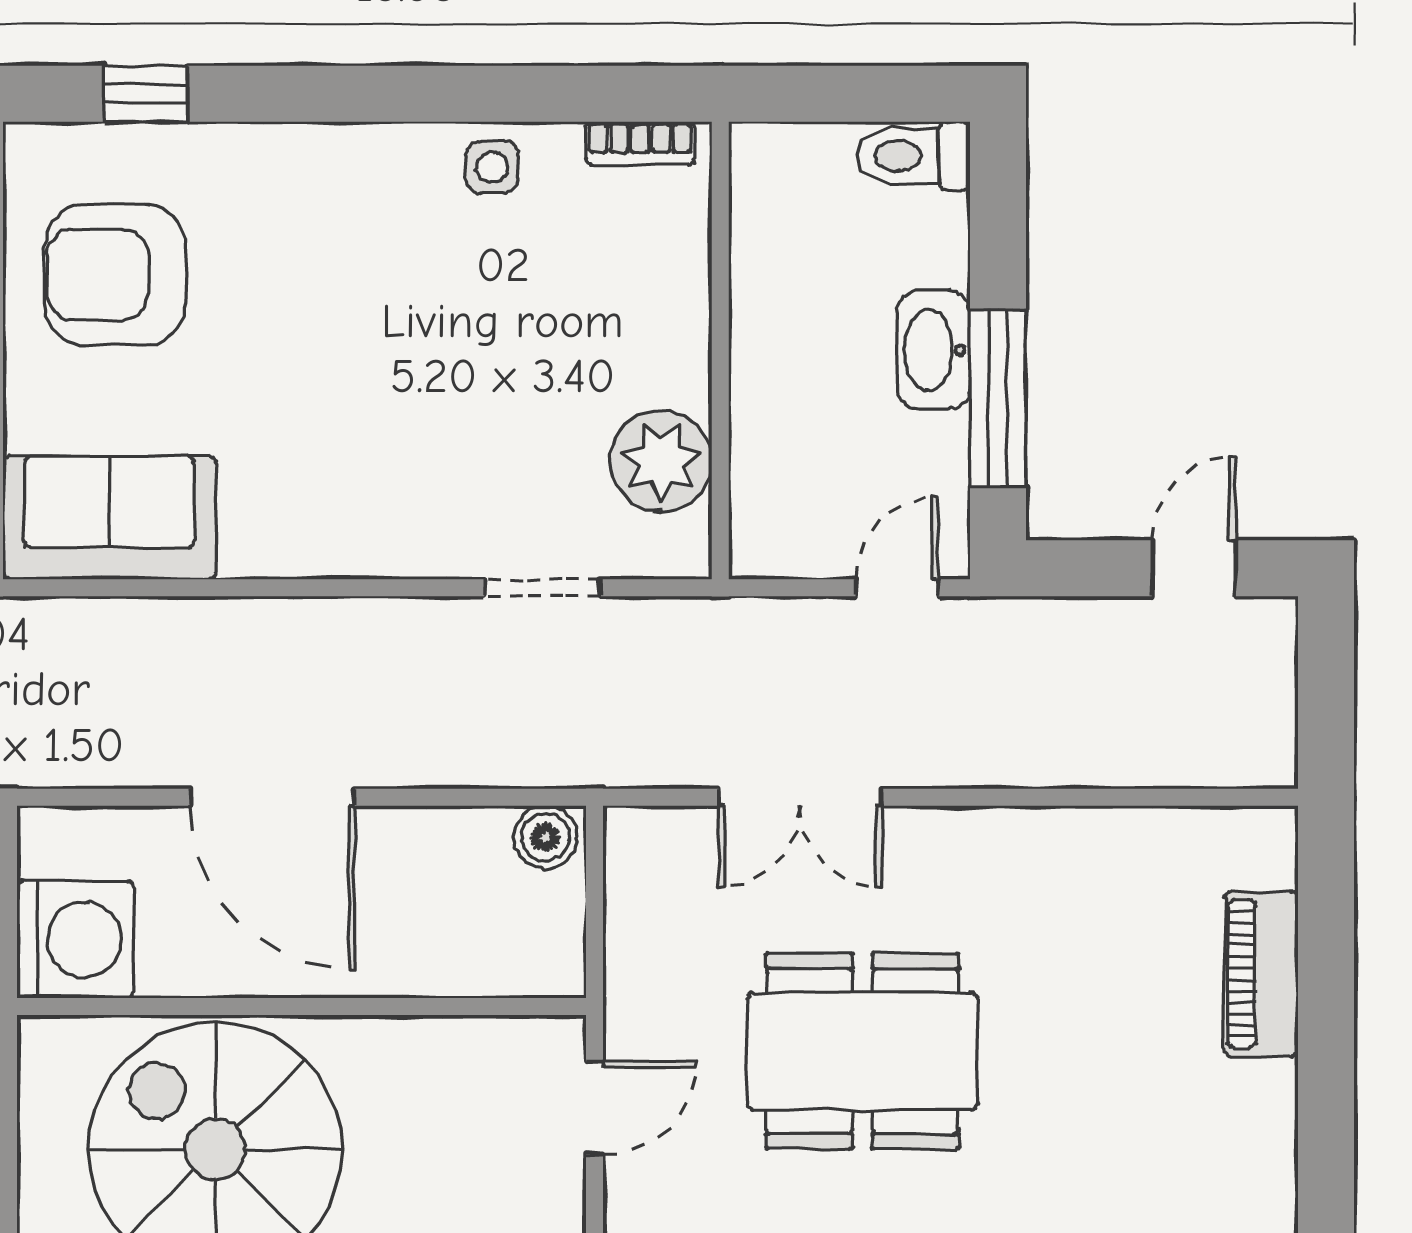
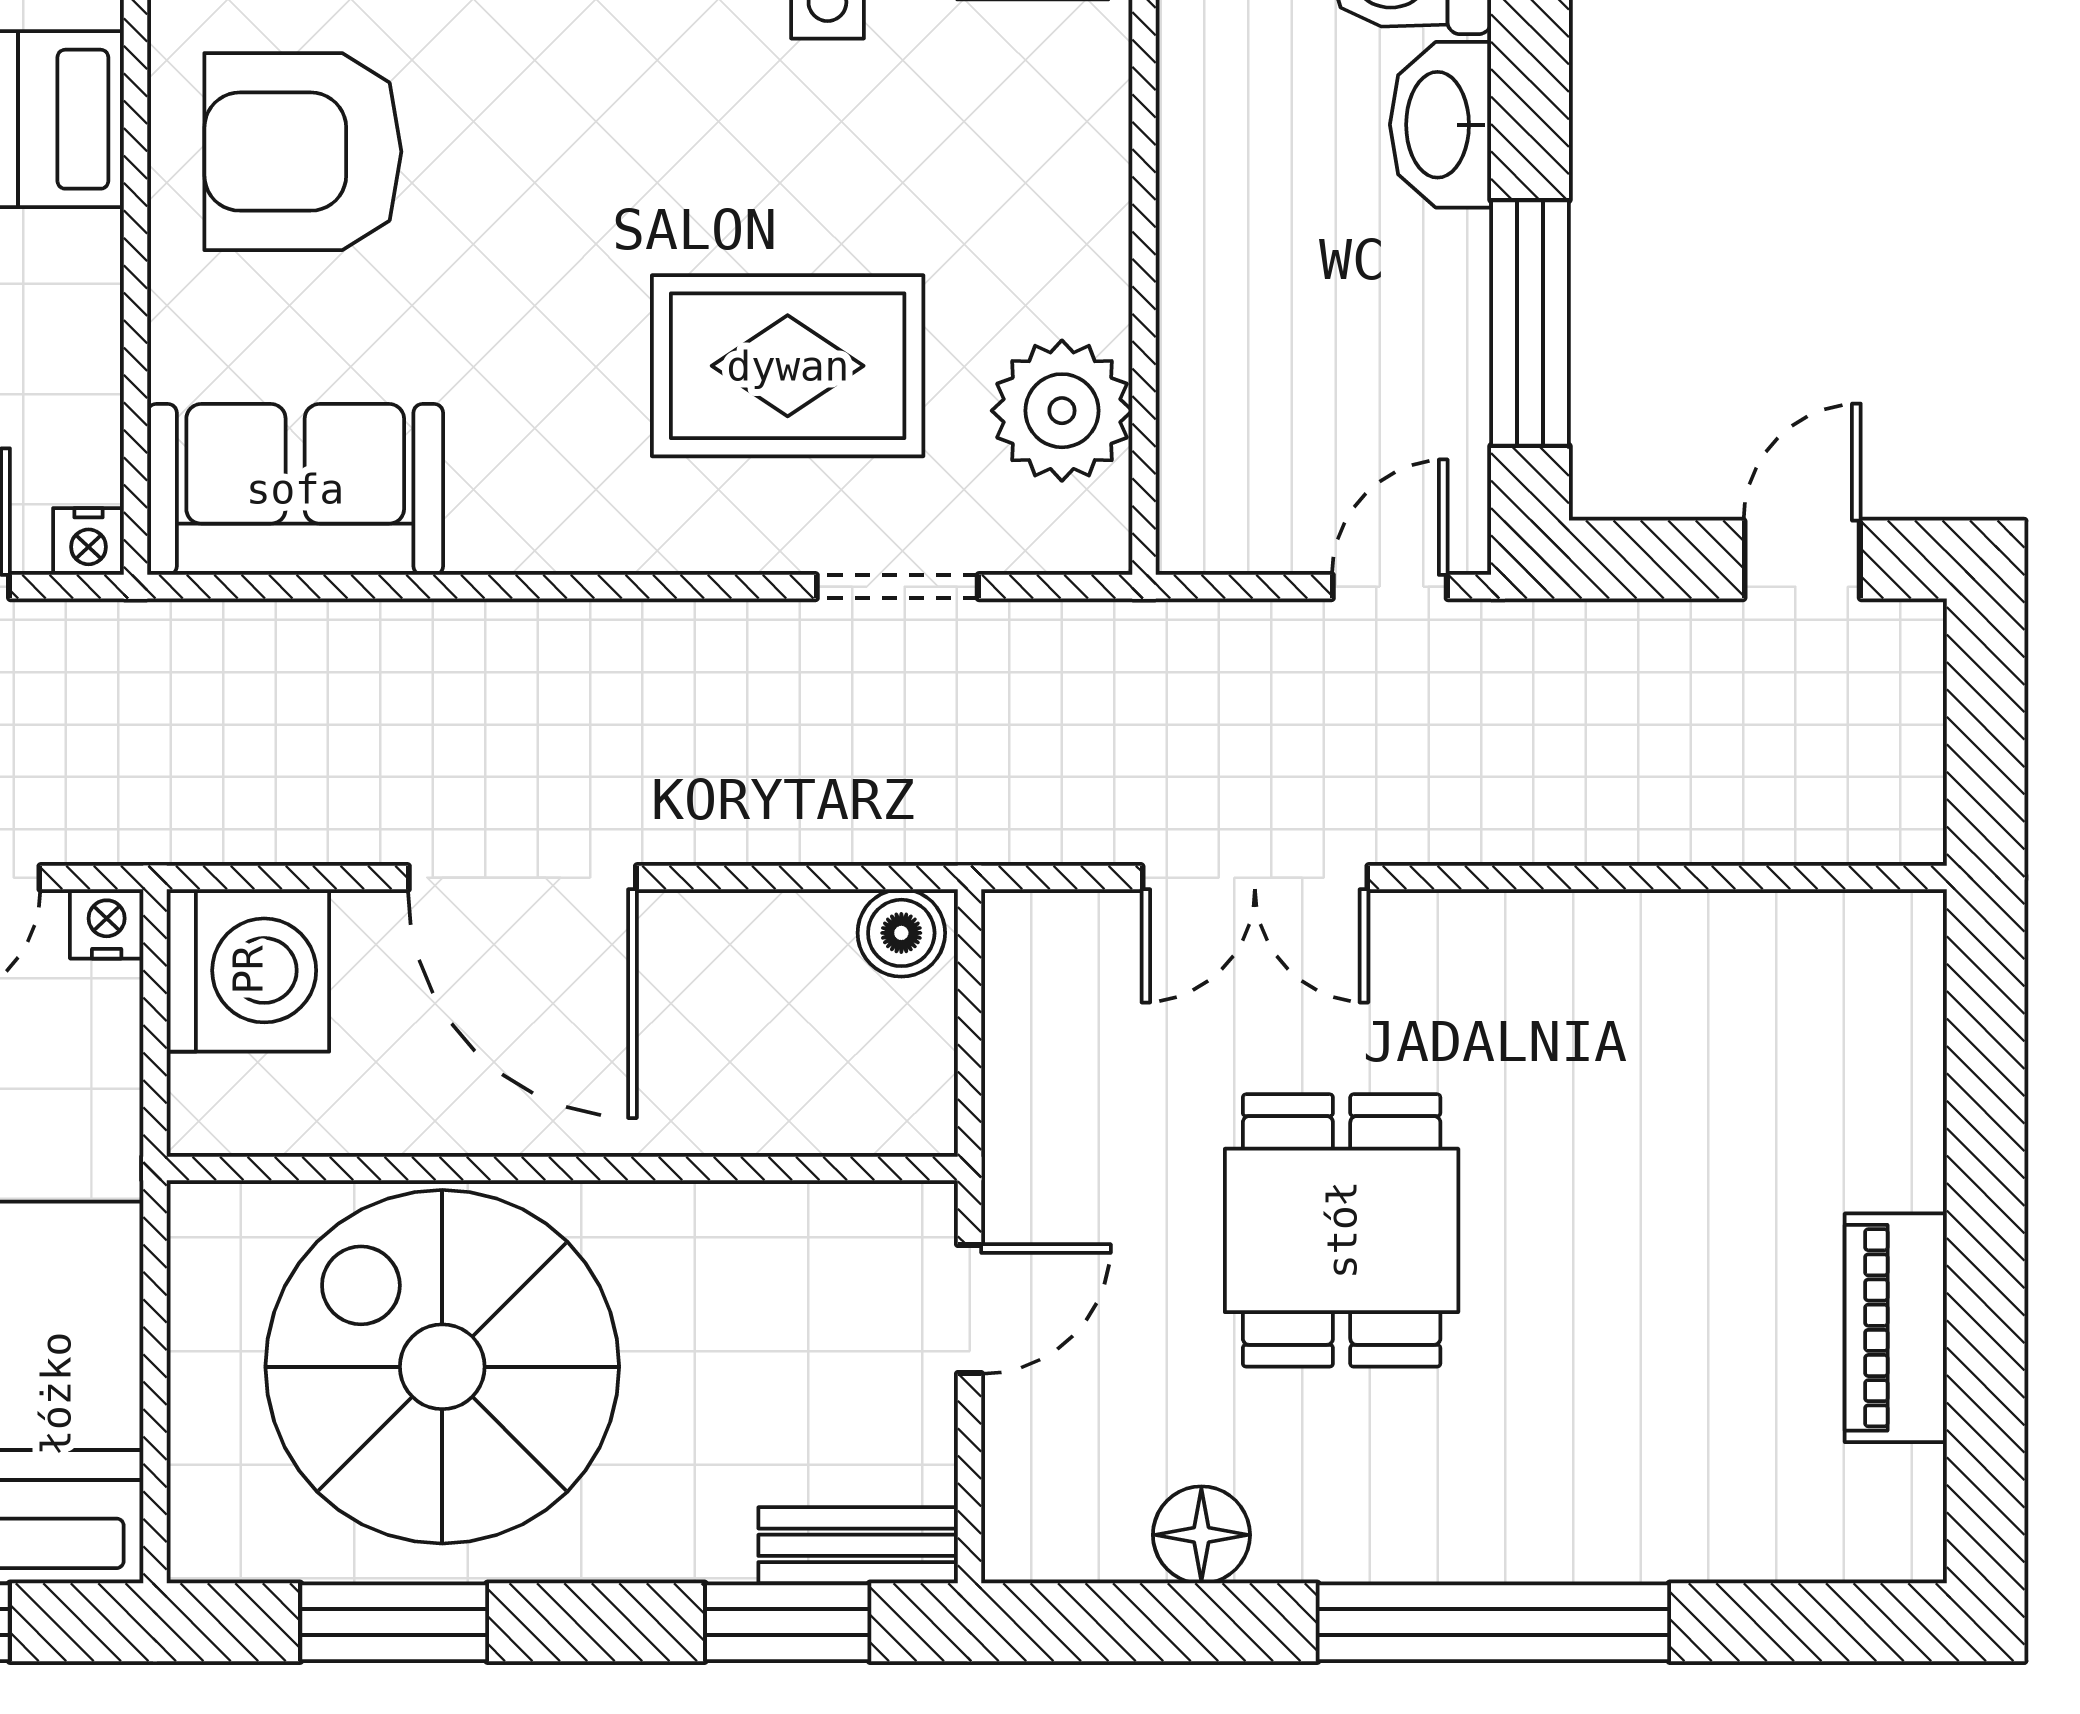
washbasin: (934, 350) -> (1441, 125), moved
rug: (464, 429) -> (788, 366), added
washing machine: (75, 940) -> (248, 970), moved
piano: (1261, 974) -> (1896, 1328), moved
dining table: (862, 1051) -> (1342, 1230), width x0.73

